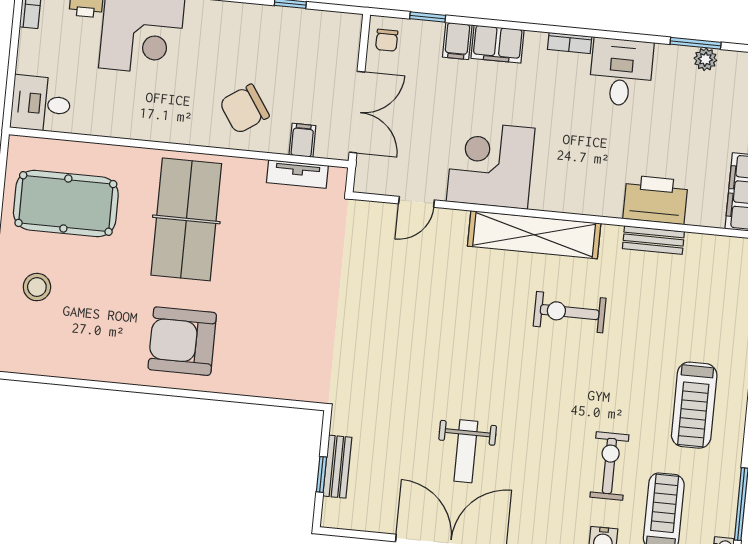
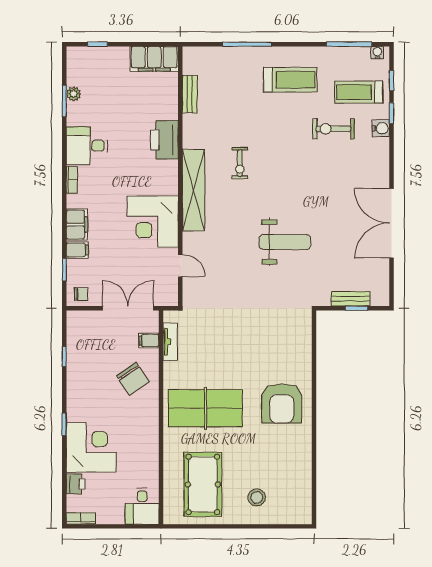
printer: (655, 200) -> (164, 140), moved
bench: (653, 240) -> (190, 94), moved
exercise bike: (570, 312) -> (240, 163), width x0.73, depth x0.72
weight bench: (466, 451) -> (285, 242), moved, width x1.36, depth x1.33

